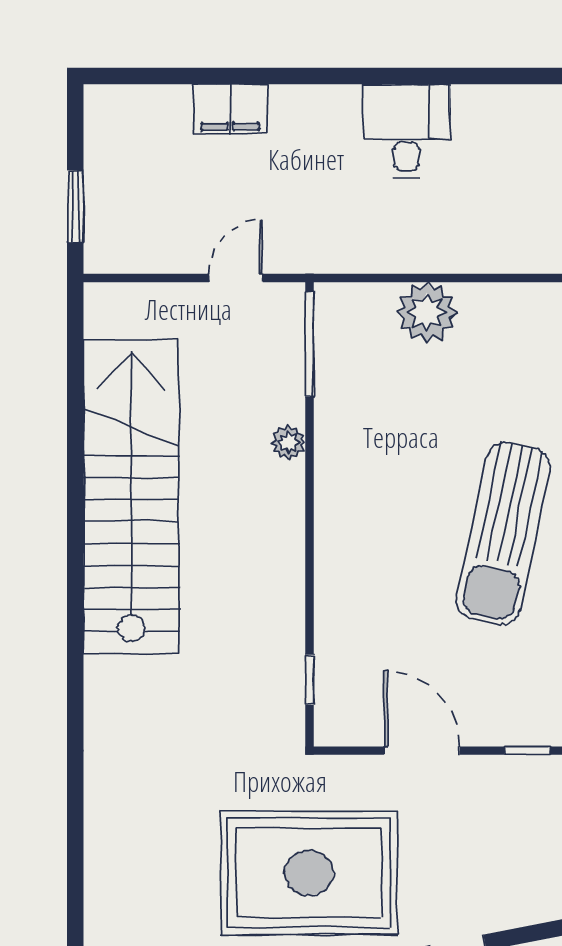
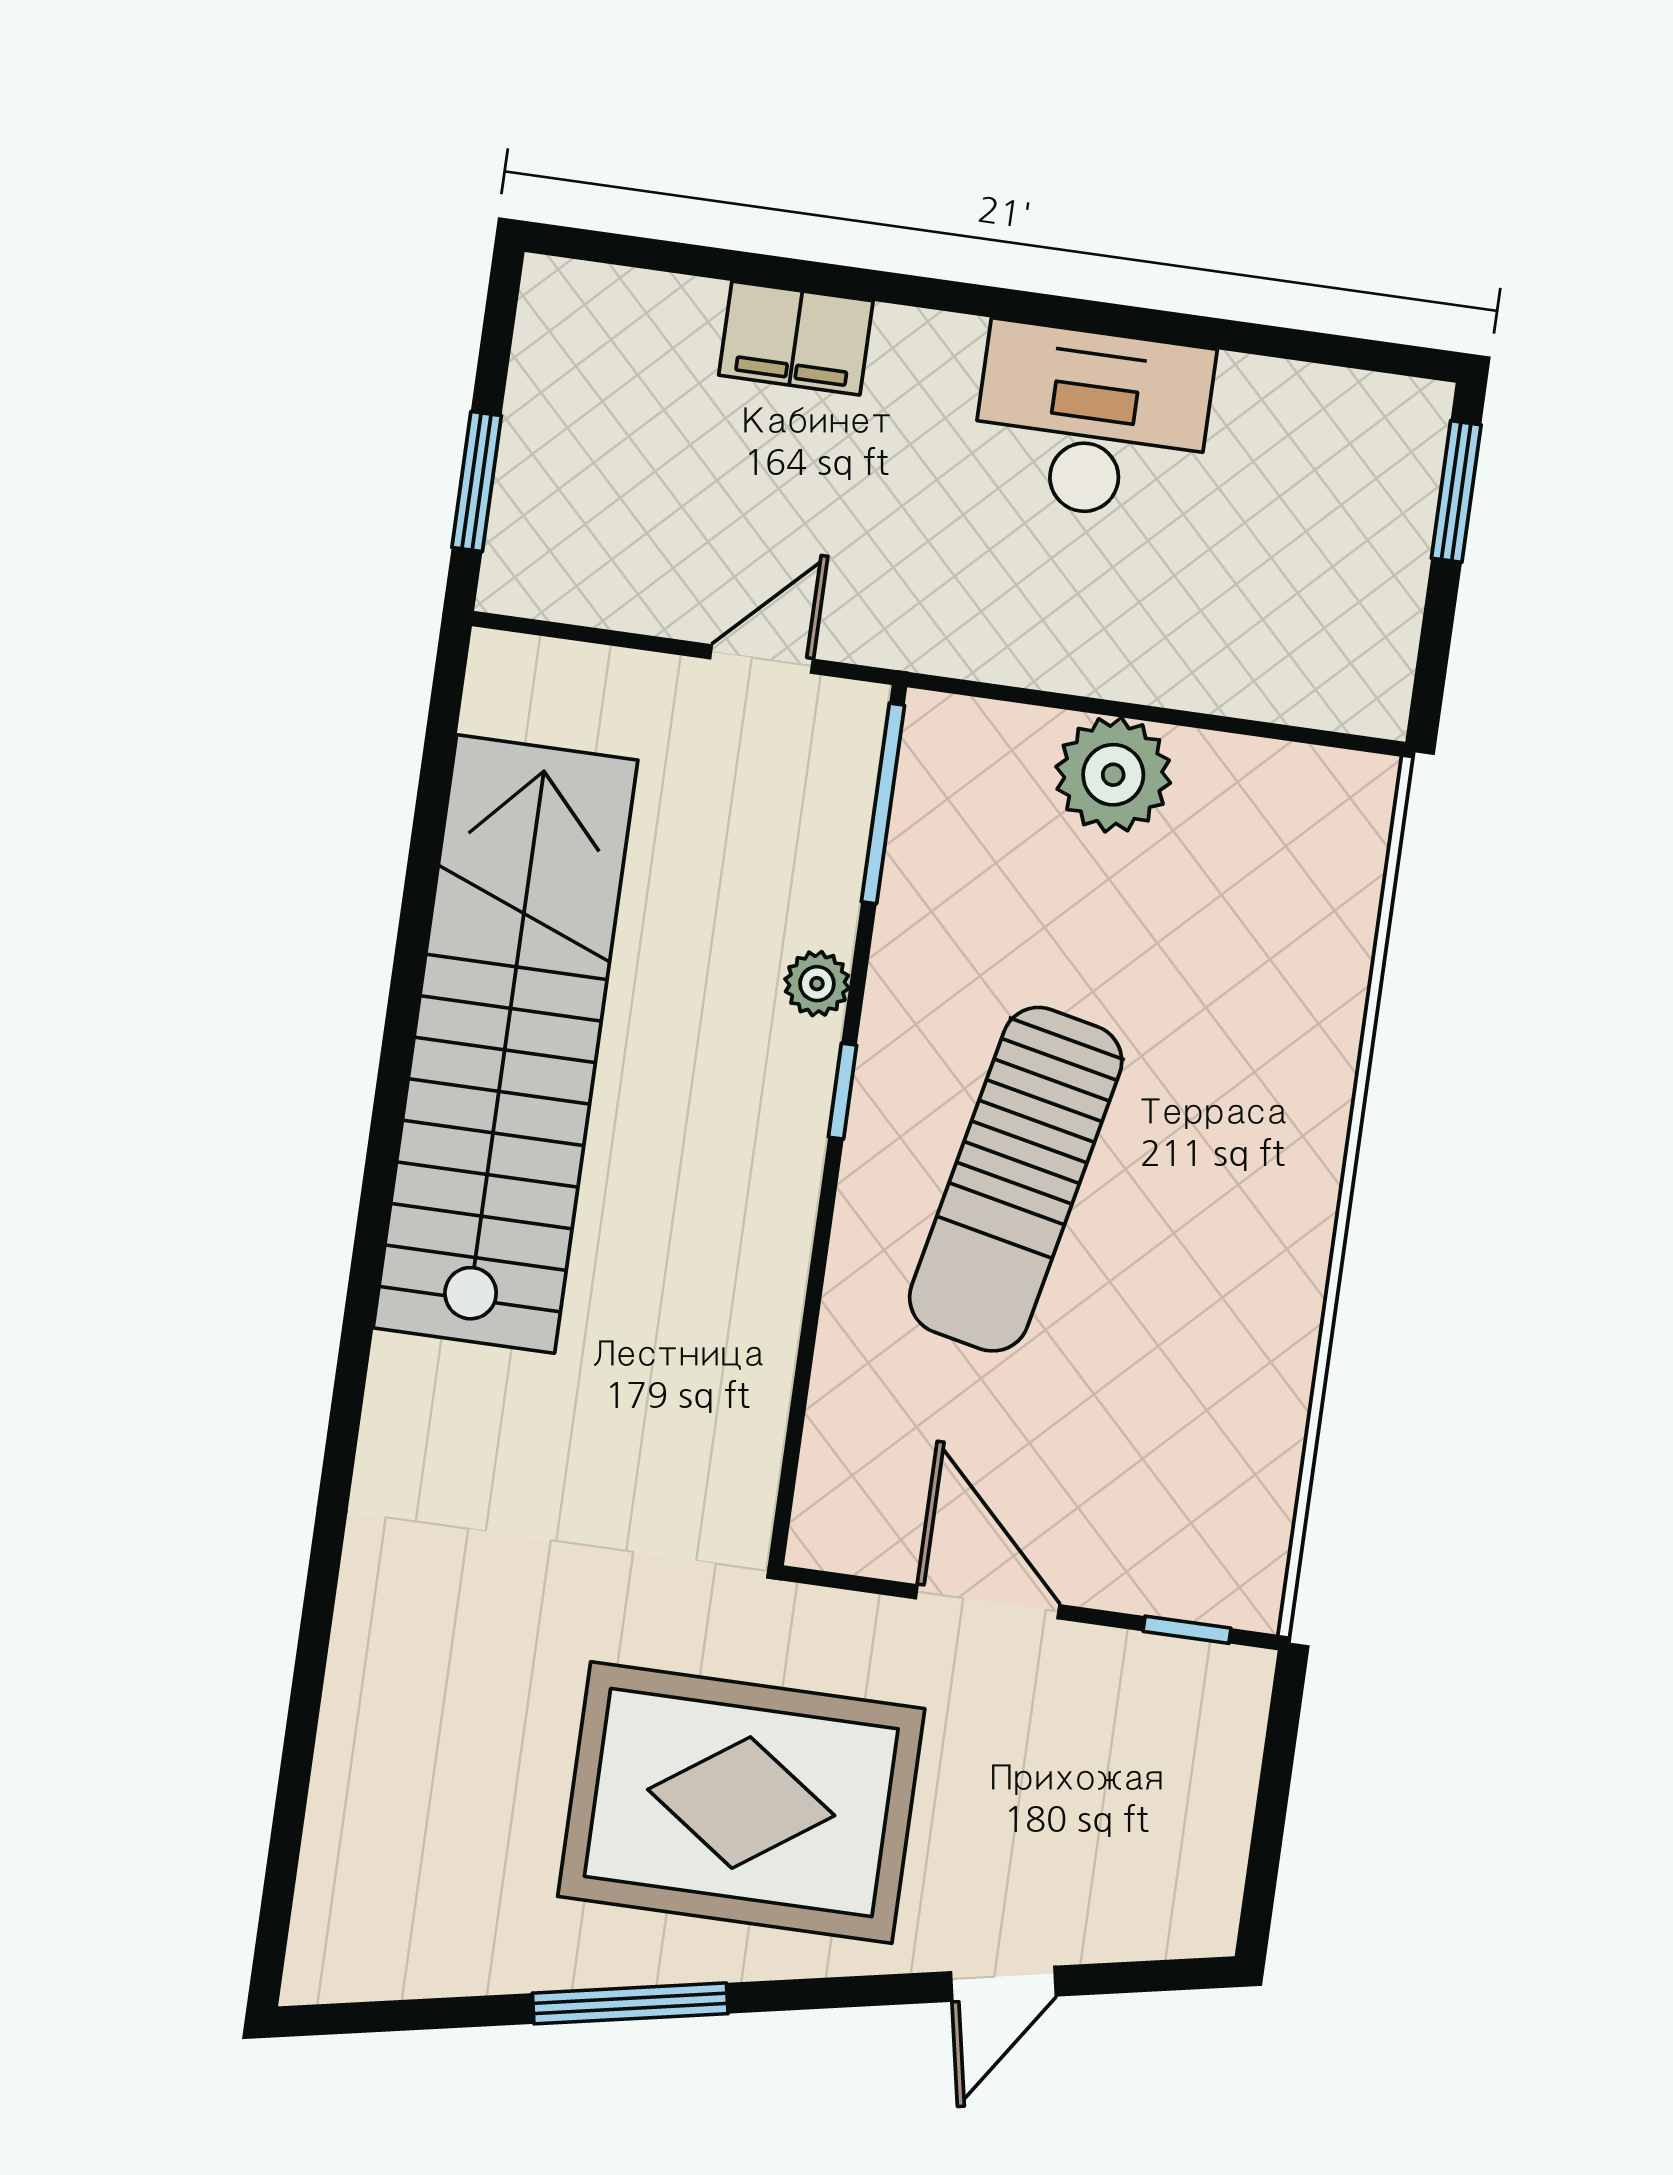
desk: (406, 131) -> (1092, 422), width x1.37
sun lounger: (503, 534) -> (1016, 1179), moved
window: (309, 680) -> (842, 1091), moved

